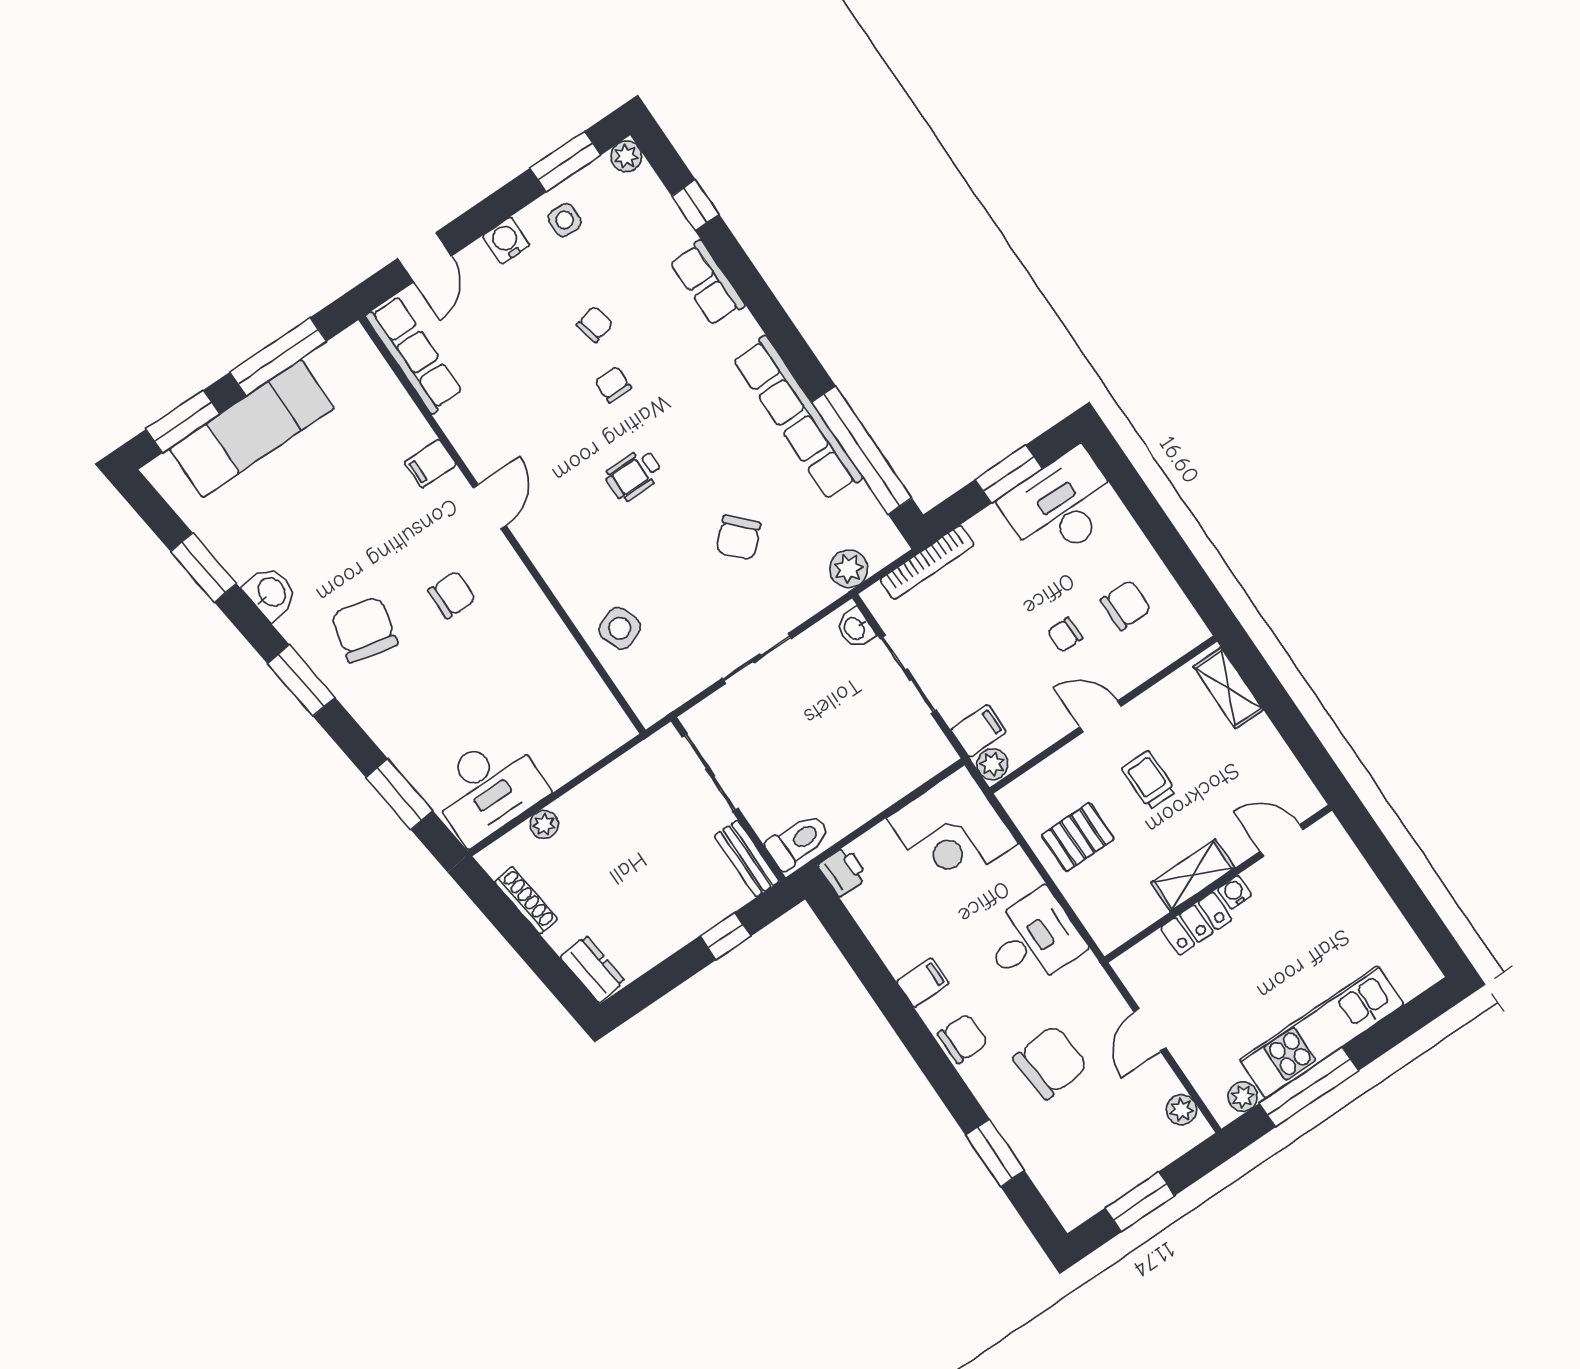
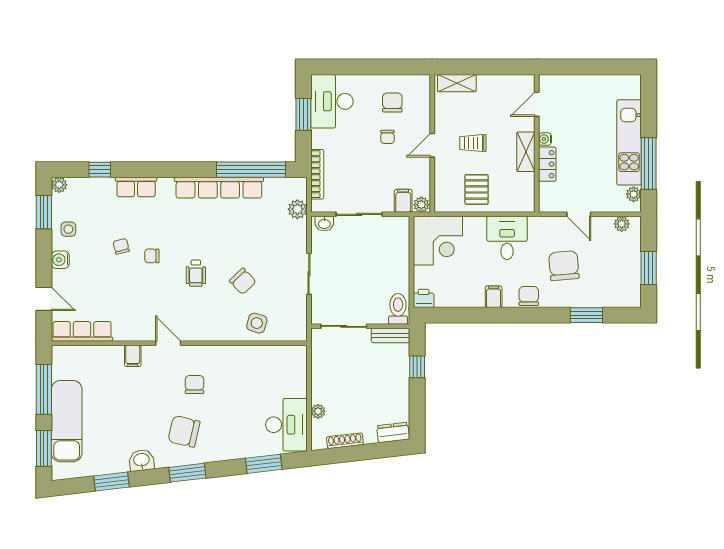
chair: (738, 538) -> (243, 281), moved
side table: (620, 628) -> (257, 323), turned 38

